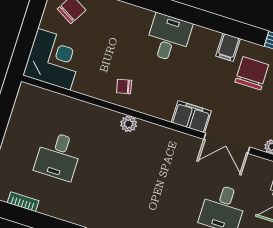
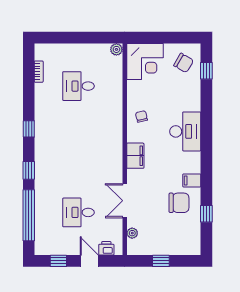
desk: (168, 38) -> (185, 131), width x1.37
filing cabinet: (191, 117) -> (135, 156), moved
plant: (129, 124) -> (116, 49), moved

